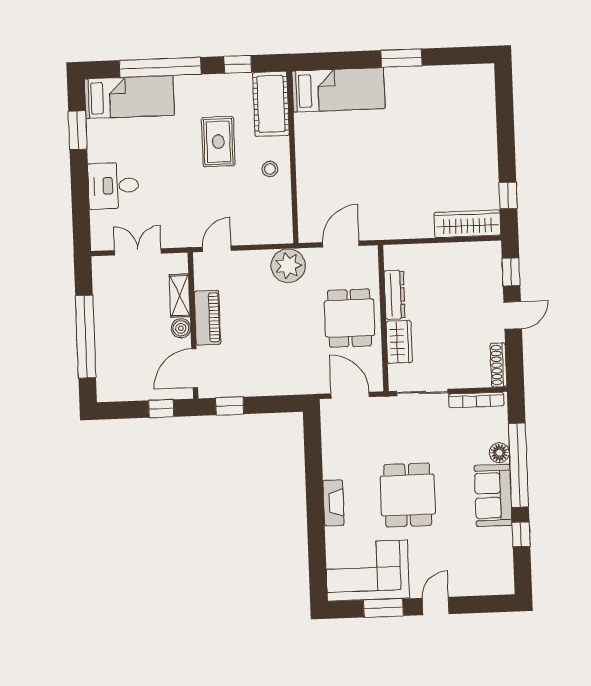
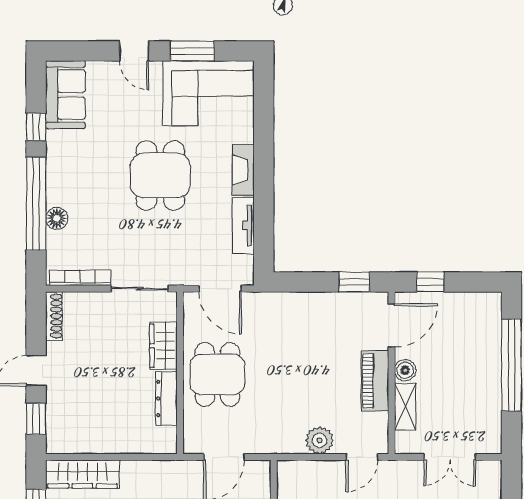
plant: (288, 266) -> (320, 440), moved, width x0.73, depth x0.73
tv unit: (331, 453) -> (243, 225), added
sofa: (493, 495) -> (65, 95), moved
door: (436, 606) -> (134, 51), hinge flipped

